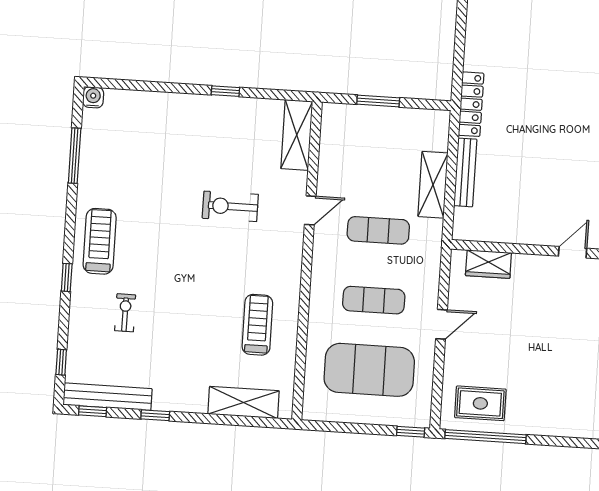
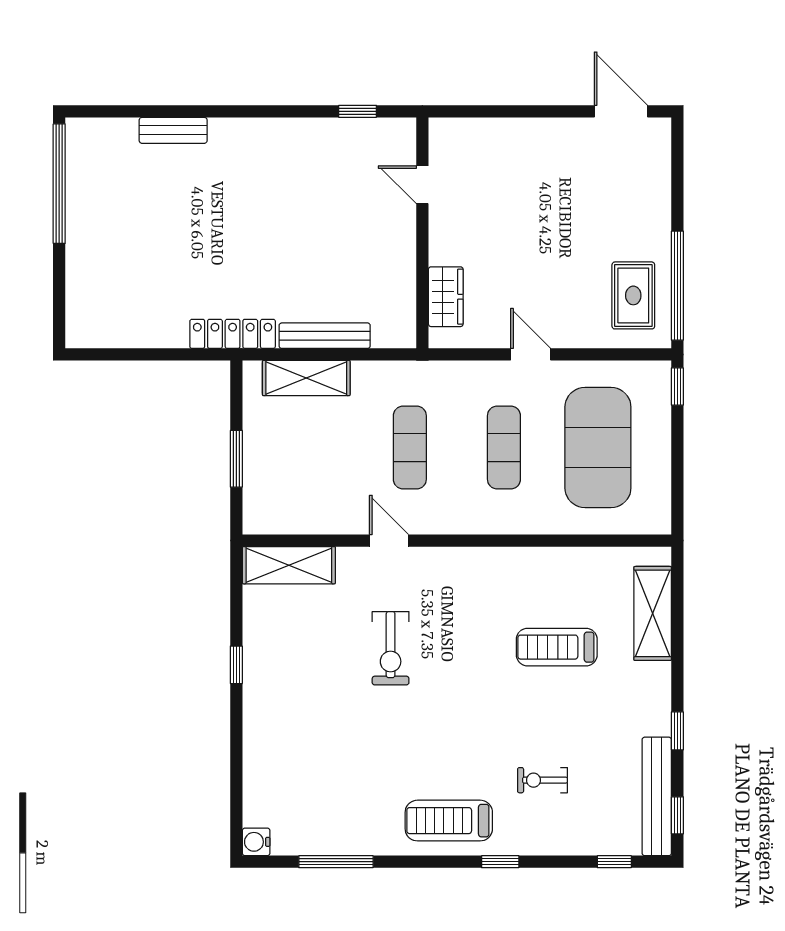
shelving: (433, 185) -> (306, 378), moved
treadmill: (257, 325) -> (557, 647), moved

